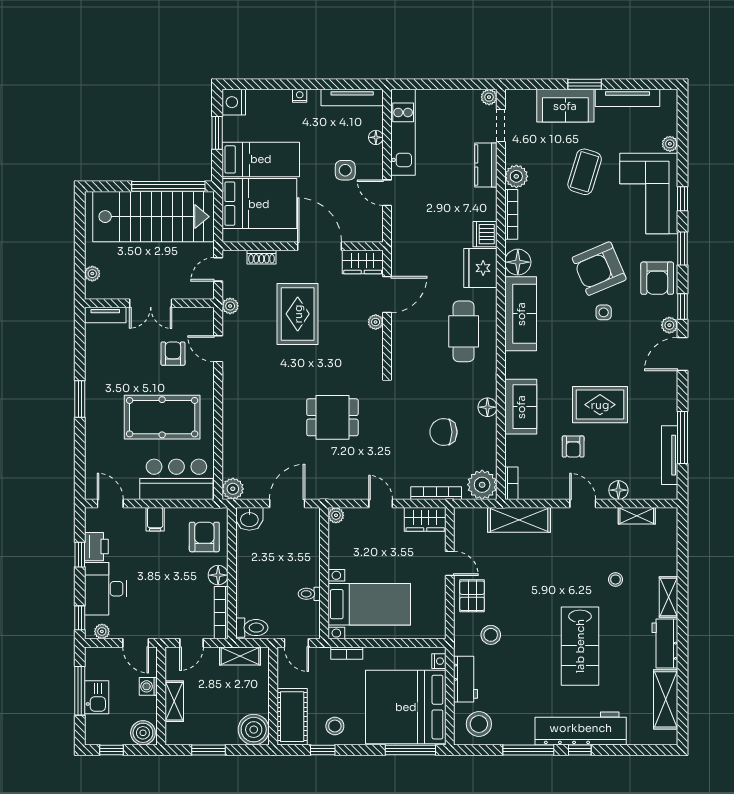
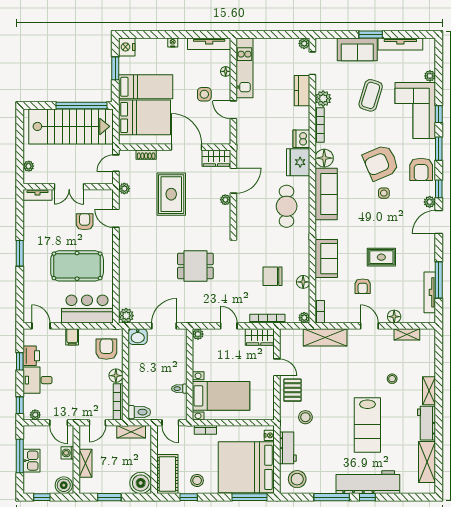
rug: (600, 405) -> (381, 257), width x0.73, depth x0.70
floor lamp: (487, 407) -> (303, 282), moved
plant: (482, 485) -> (304, 318), width x0.53, depth x0.53
desk: (105, 589) -> (38, 380), width x0.73

